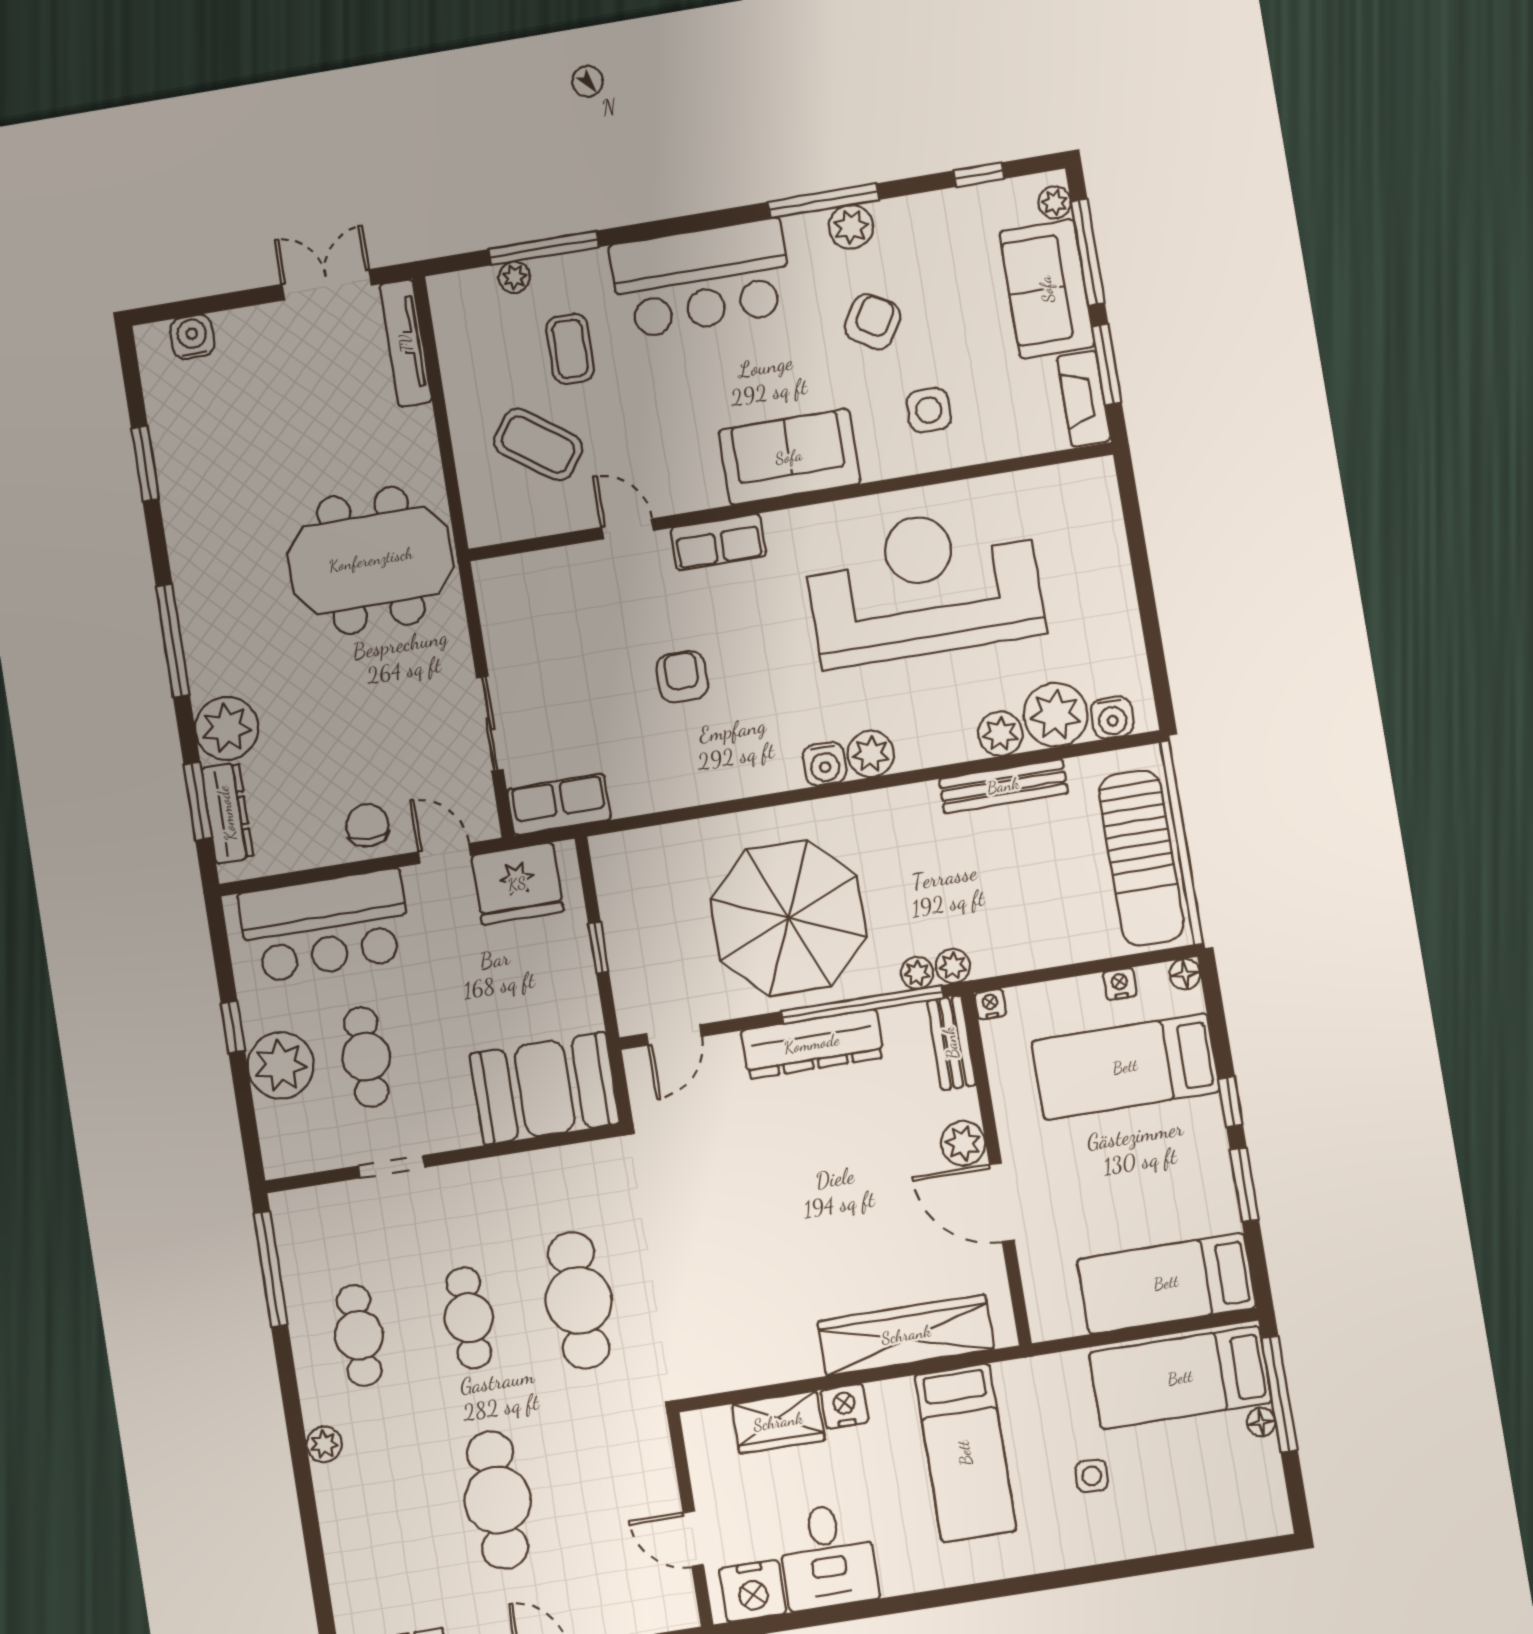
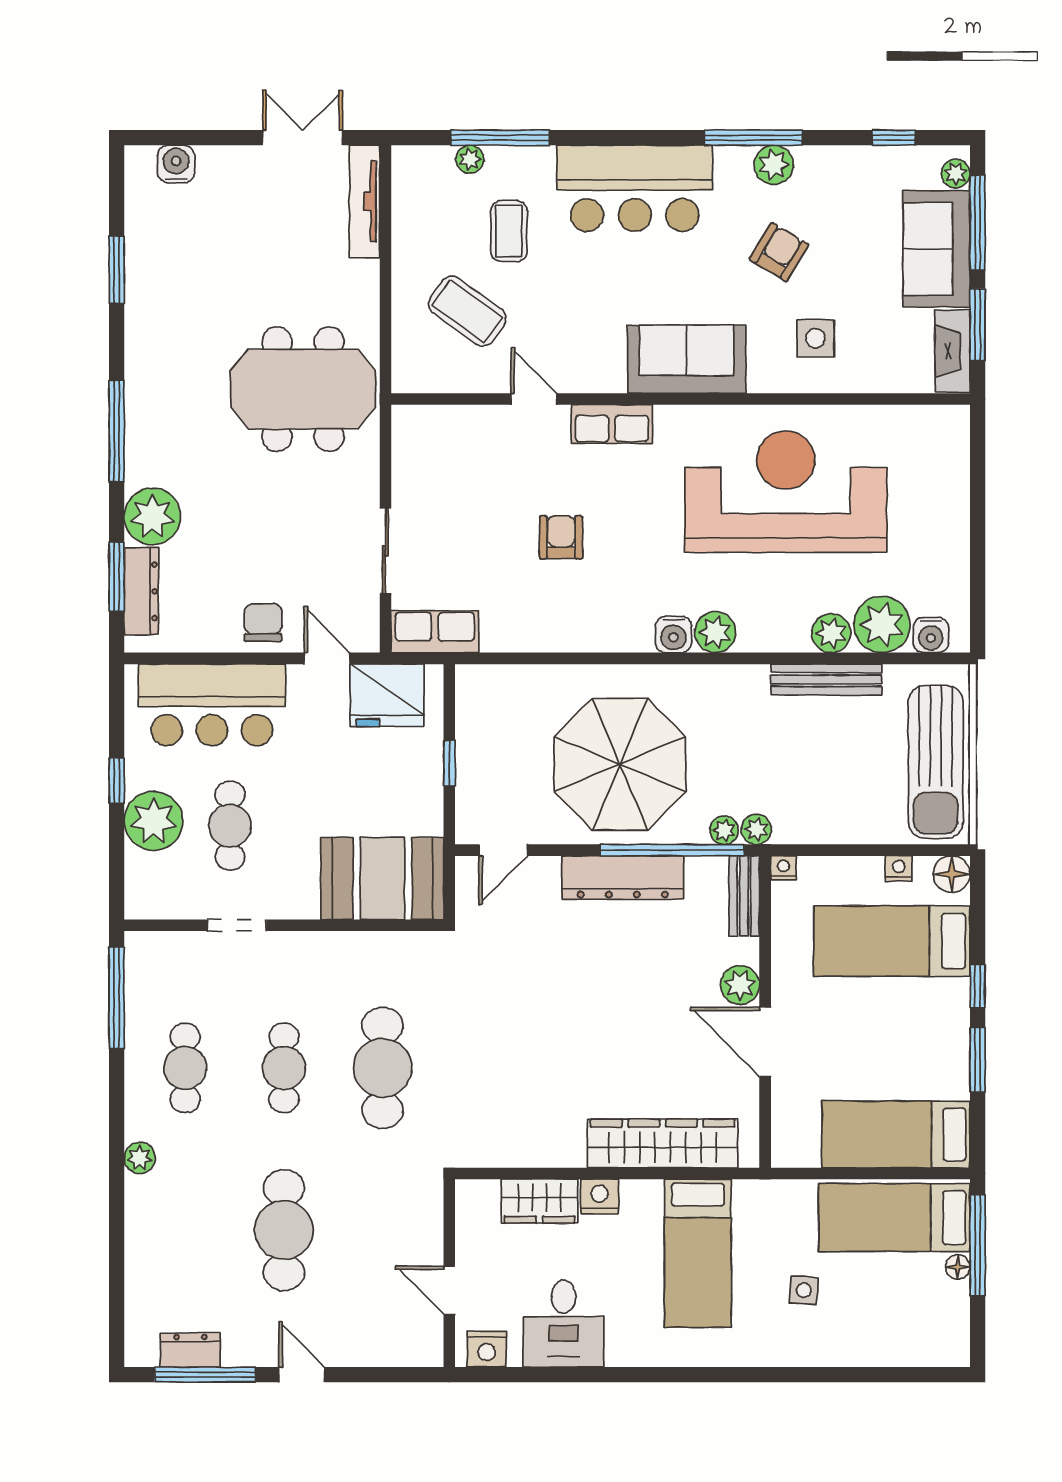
floor lamp: (1185, 974) -> (952, 874), width x1.37, depth x1.37
nightstand: (753, 1591) -> (487, 1349), width x0.74, depth x0.75

